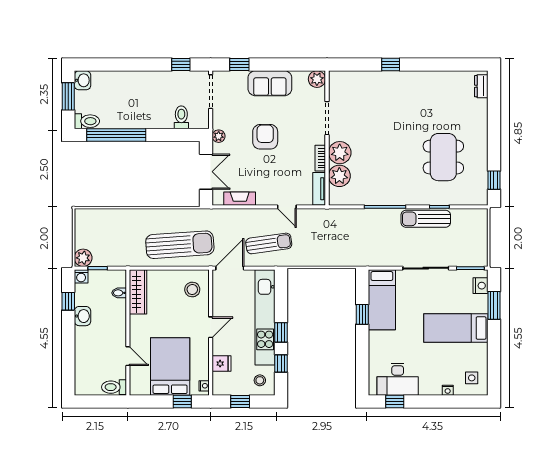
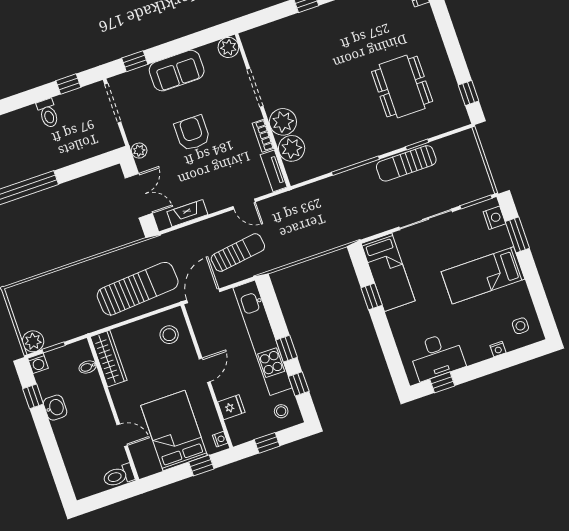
toilet: (181, 117) -> (48, 113), moved, turned 180

